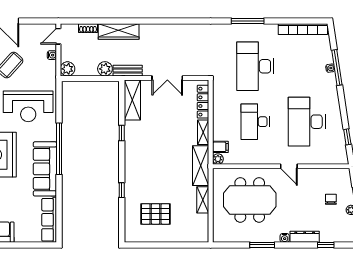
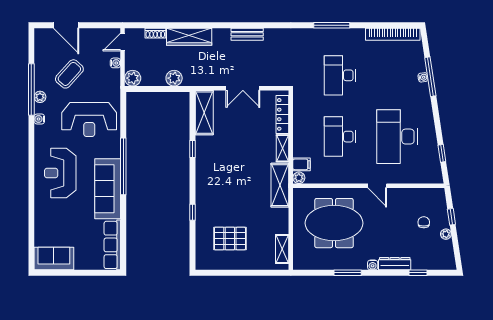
desk: (255, 66) -> (340, 75), width x0.73, depth x0.77
bench: (128, 71) -> (247, 34), moved
shelving: (203, 200) -> (282, 249), moved

